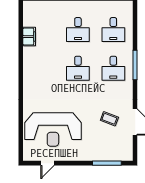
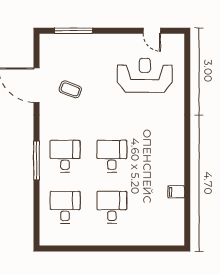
filing cabinet: (29, 37) -> (176, 192), width x0.50
reception desk: (53, 129) -> (145, 75), width x0.74, depth x0.77
door: (48, 163) -> (152, 31), swing flipped

